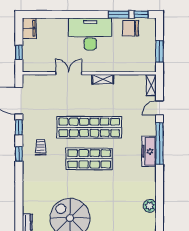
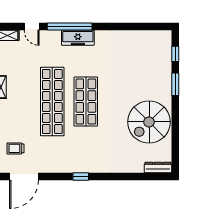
window: (19, 127) -> (52, 177), removed
trolley: (41, 147) -> (15, 148), moved
plant: (150, 206) -> (136, 37), removed

